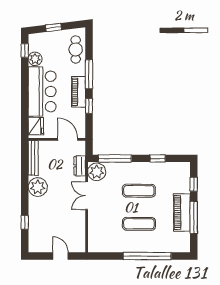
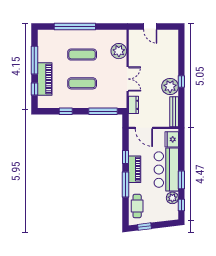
window: (54, 27) -> (144, 227), moved
window: (25, 80) -> (181, 180), added
plant: (97, 172) -> (119, 51), moved
piano: (182, 212) -> (45, 79), moved
window: (25, 222) -> (181, 81), moved

